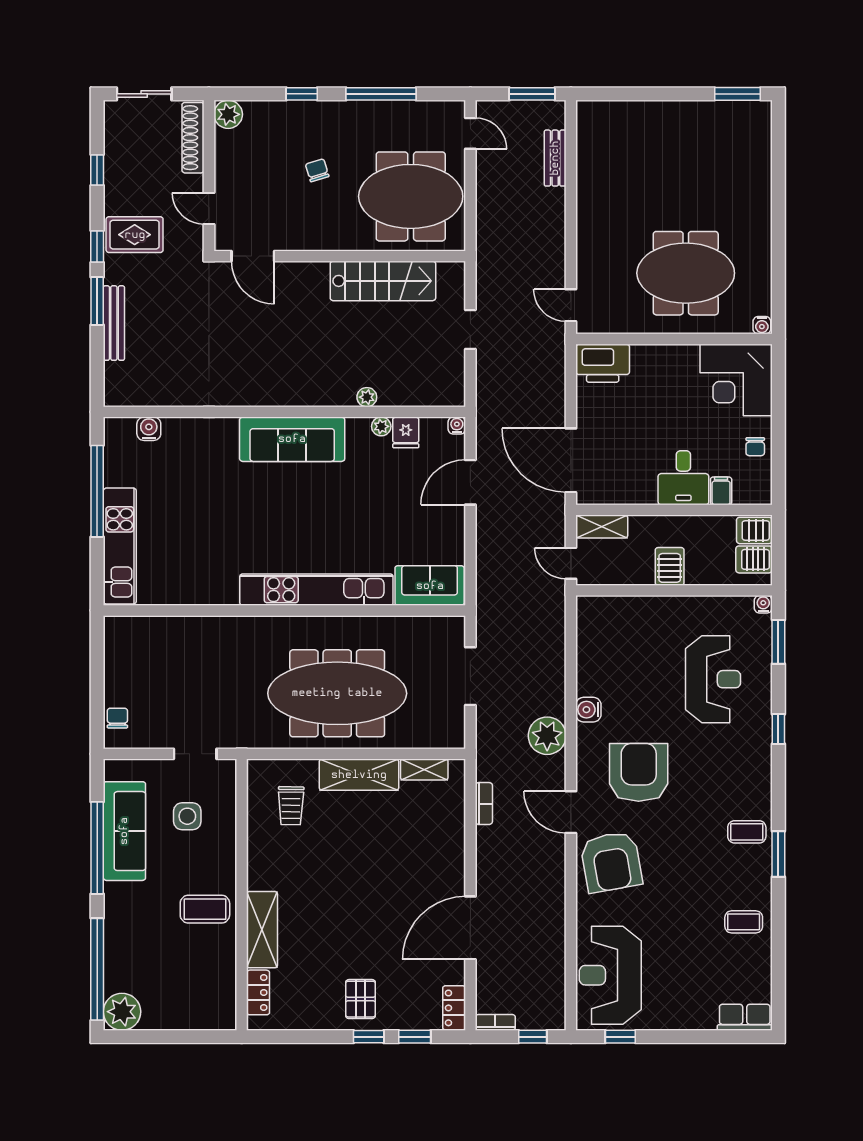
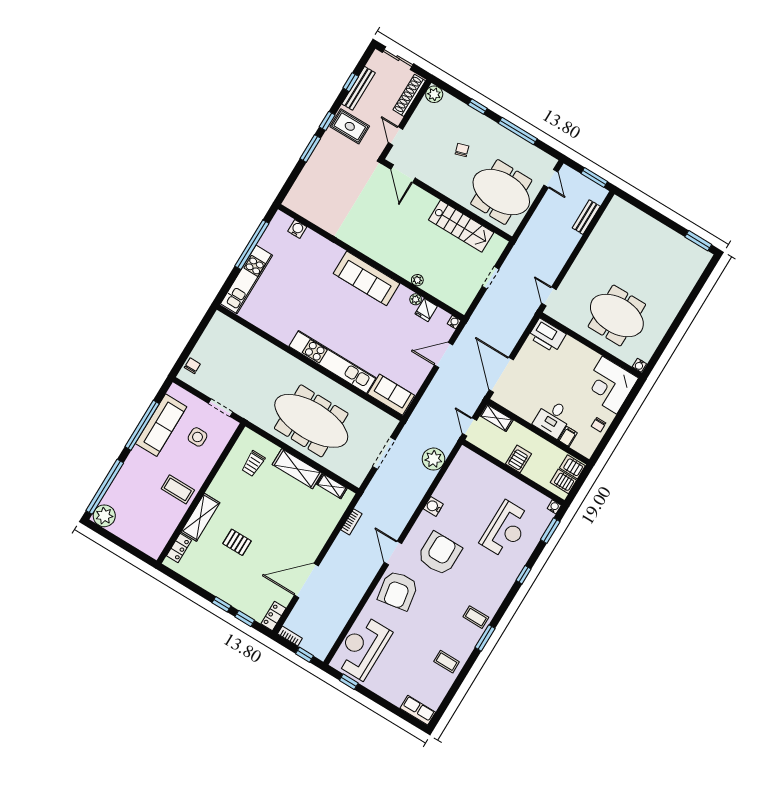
bench: (114, 323) -> (359, 88), moved
plant: (547, 736) -> (433, 459), moved
pallet: (360, 999) -> (237, 542), moved, turned 90

